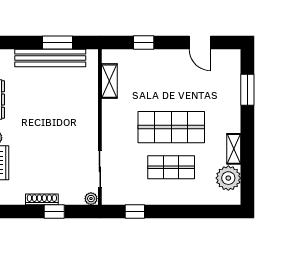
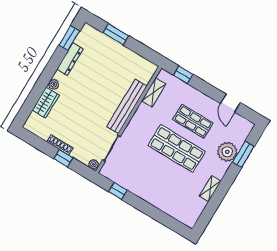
window: (57, 43) -> (116, 34), moved
window: (144, 43) -> (183, 75), moved
bench: (50, 58) -> (127, 106), moved, turned 90
shop shelf: (171, 167) -> (193, 121), moved
plant: (228, 178) -> (227, 152), moved

